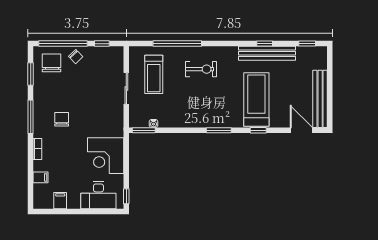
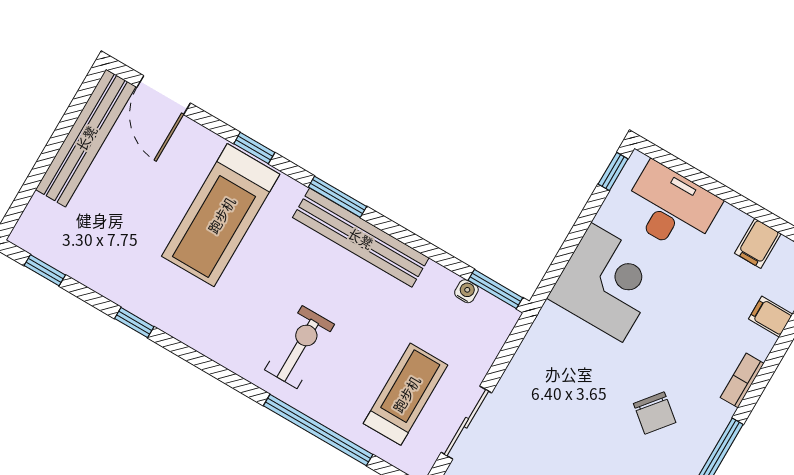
bench: (267, 53) -> (361, 238), moved
exercise bike: (201, 69) -> (300, 347), turned 90
sliding door: (126, 88) -> (466, 423), moved
chair: (62, 119) -> (655, 413), turned -51

